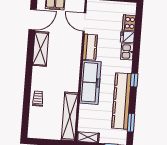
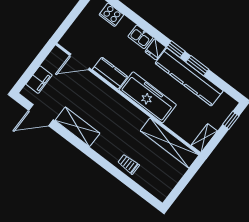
door: (33, 20) -> (41, 115), swing flipped
fridge: (127, 37) -> (155, 49), moved
window: (131, 123) -> (197, 66), moved

